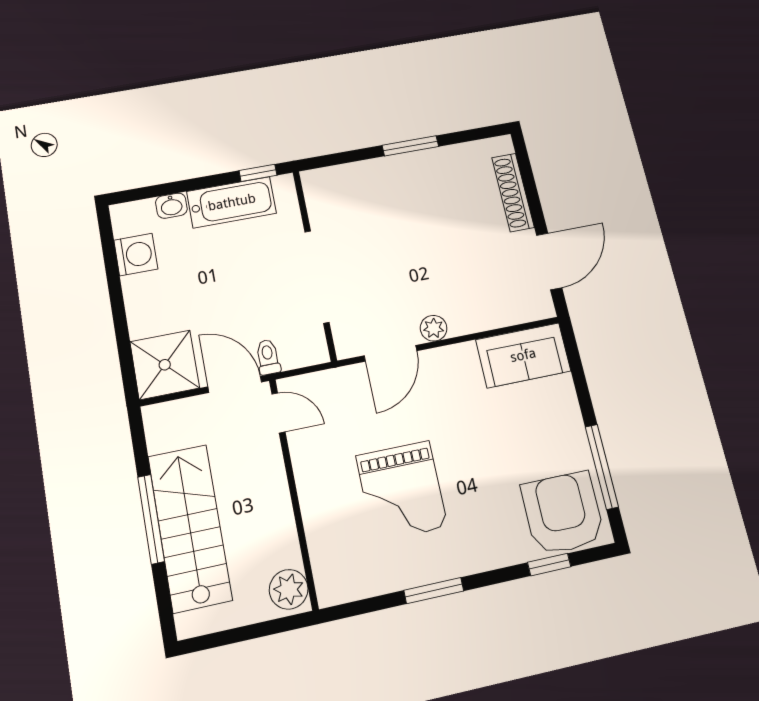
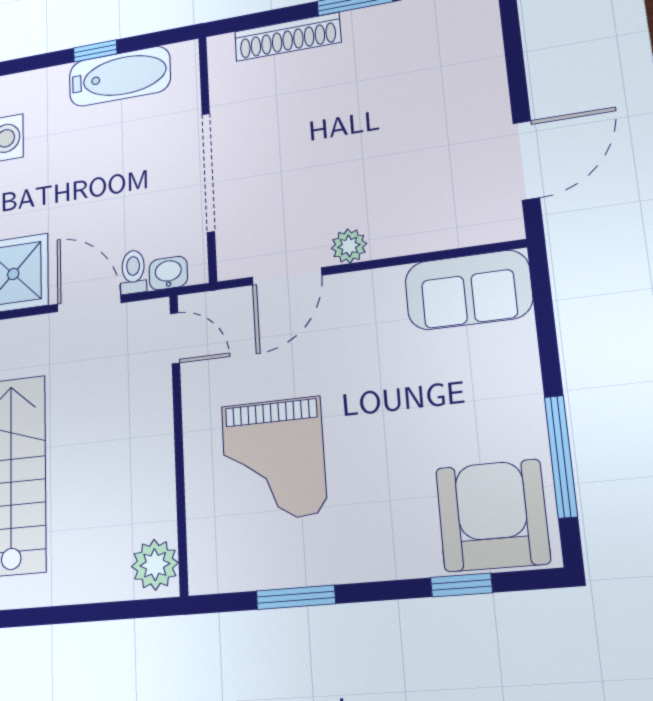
window: (258, 173) -> (95, 51), moved
shoe rack: (513, 192) -> (287, 37), moved, turned -90
washbasin: (171, 206) -> (168, 273), moved, turned 180
door: (278, 413) -> (175, 338), moved
wall: (293, 492) -> (179, 441), moved
plant: (289, 589) -> (155, 565), moved

